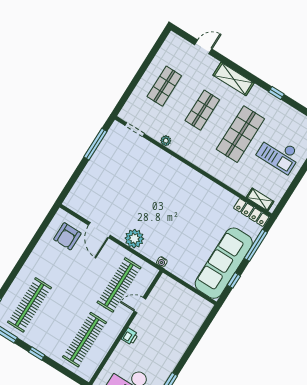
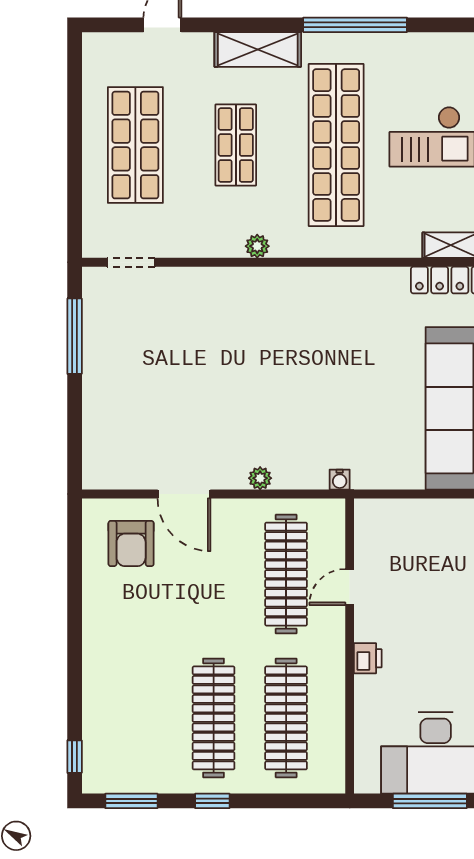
shop shelf: (164, 86) -> (135, 145), width x1.43, depth x1.36
window: (276, 93) -> (355, 25), width x3.17
shop shelf: (240, 134) -> (336, 145), width x1.40
plant: (166, 141) -> (257, 246), moved
plant: (134, 239) -> (260, 478), width x0.53, depth x0.53
clothes rail: (29, 305) -> (214, 718), moved

